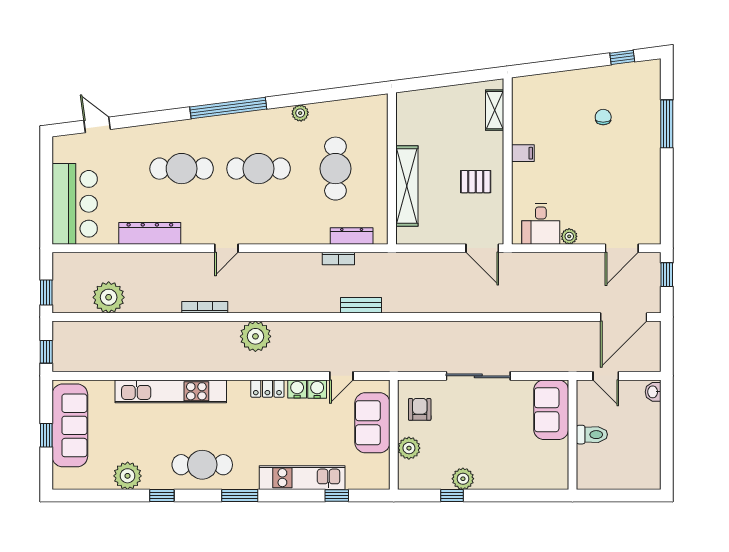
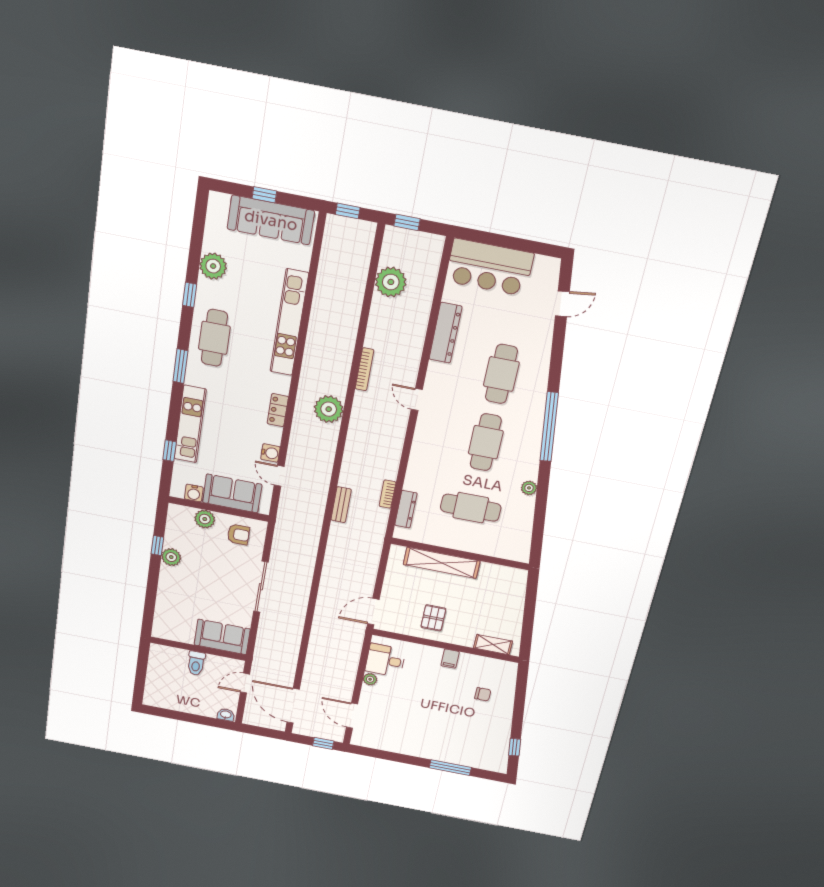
chair: (603, 117) -> (483, 694), moved
water cooler: (297, 389) -> (194, 493), moved, turned 90

